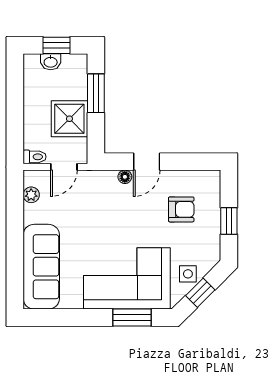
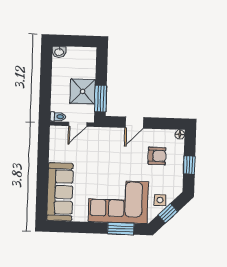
window: (56, 45) -> (75, 41), removed
washbasin: (51, 62) -> (59, 52), moved
window: (96, 93) -> (101, 99), moved
floor lamp: (125, 177) -> (180, 134), moved
plant: (31, 195) -> (55, 143), removed

